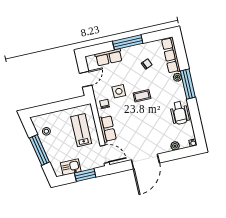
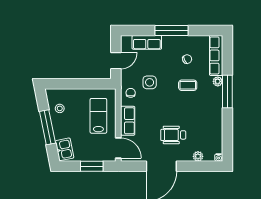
coffee table: (142, 96) -> (188, 85), moved
wheelchair: (180, 113) -> (173, 135), moved, turned 90
kitchen sink: (71, 167) -> (65, 149), moved, turned 79

